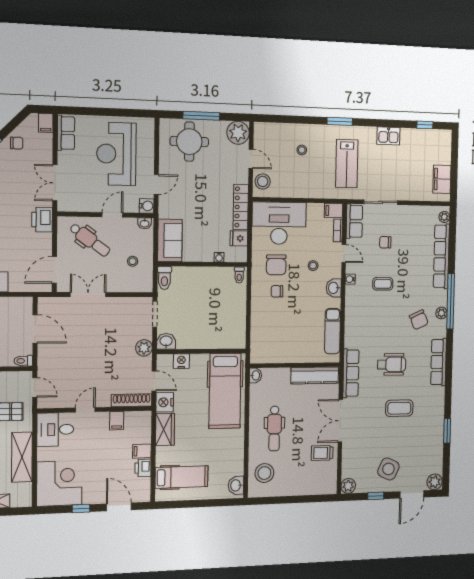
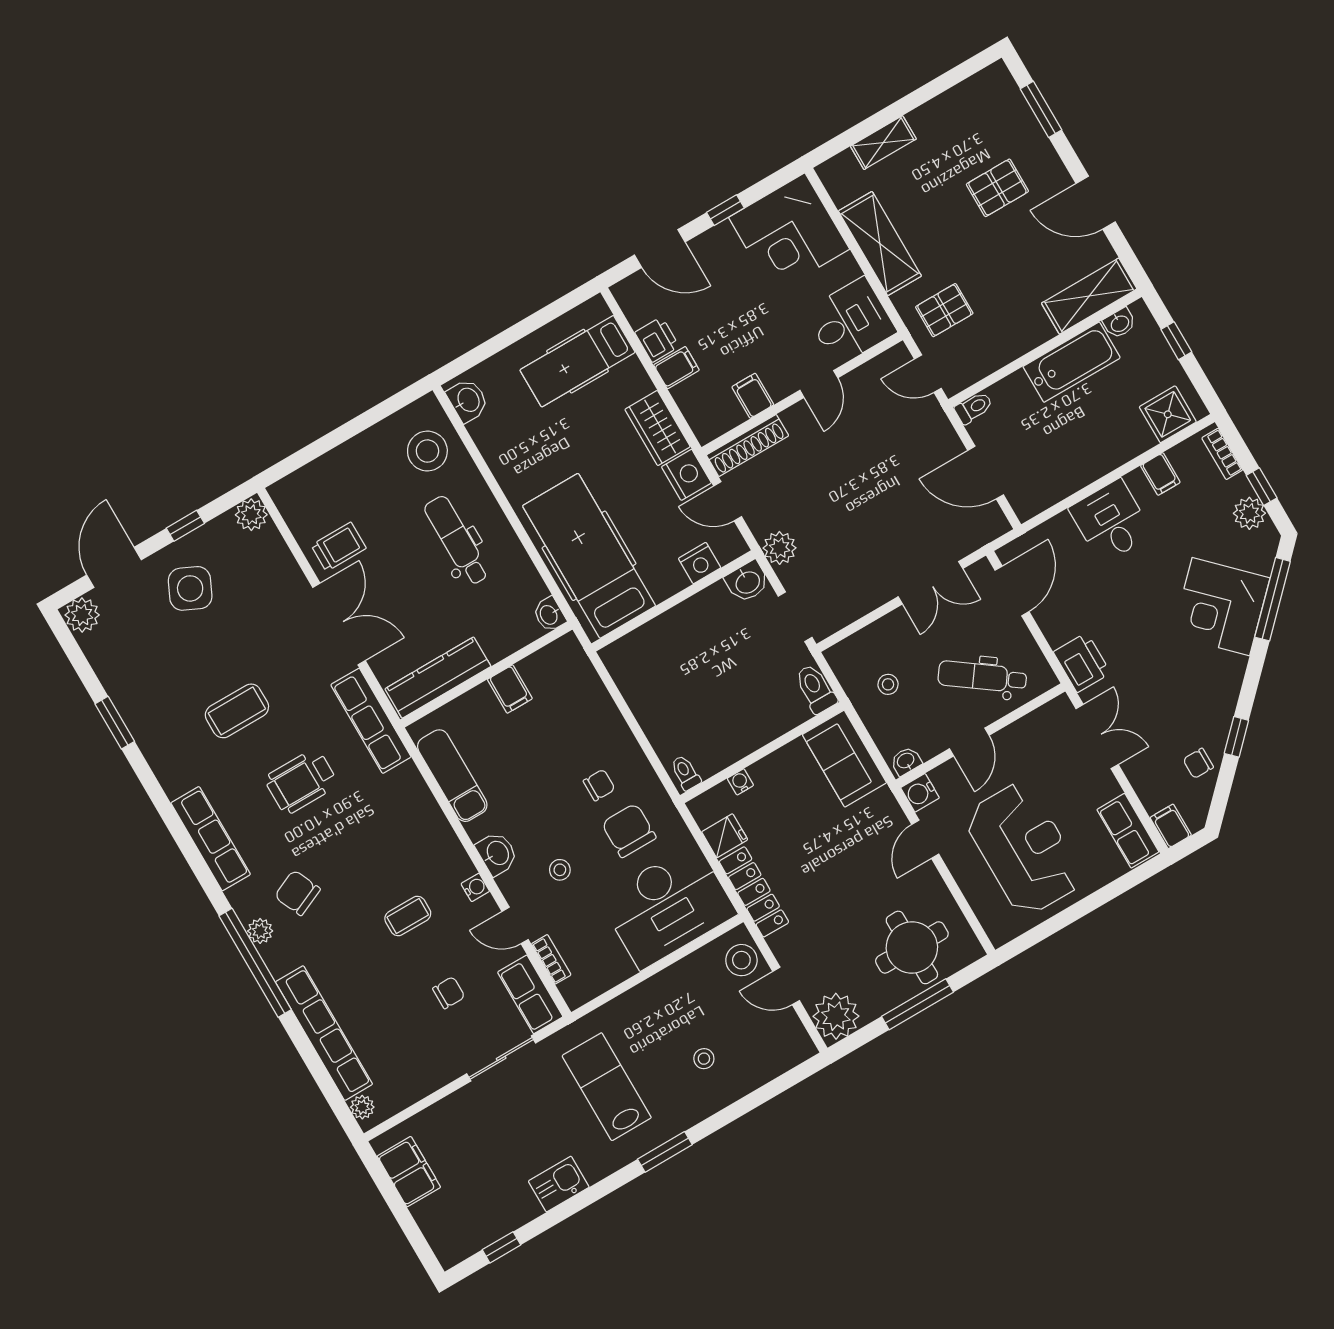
filing cabinet: (334, 211) -> (510, 689), moved, turned 90

